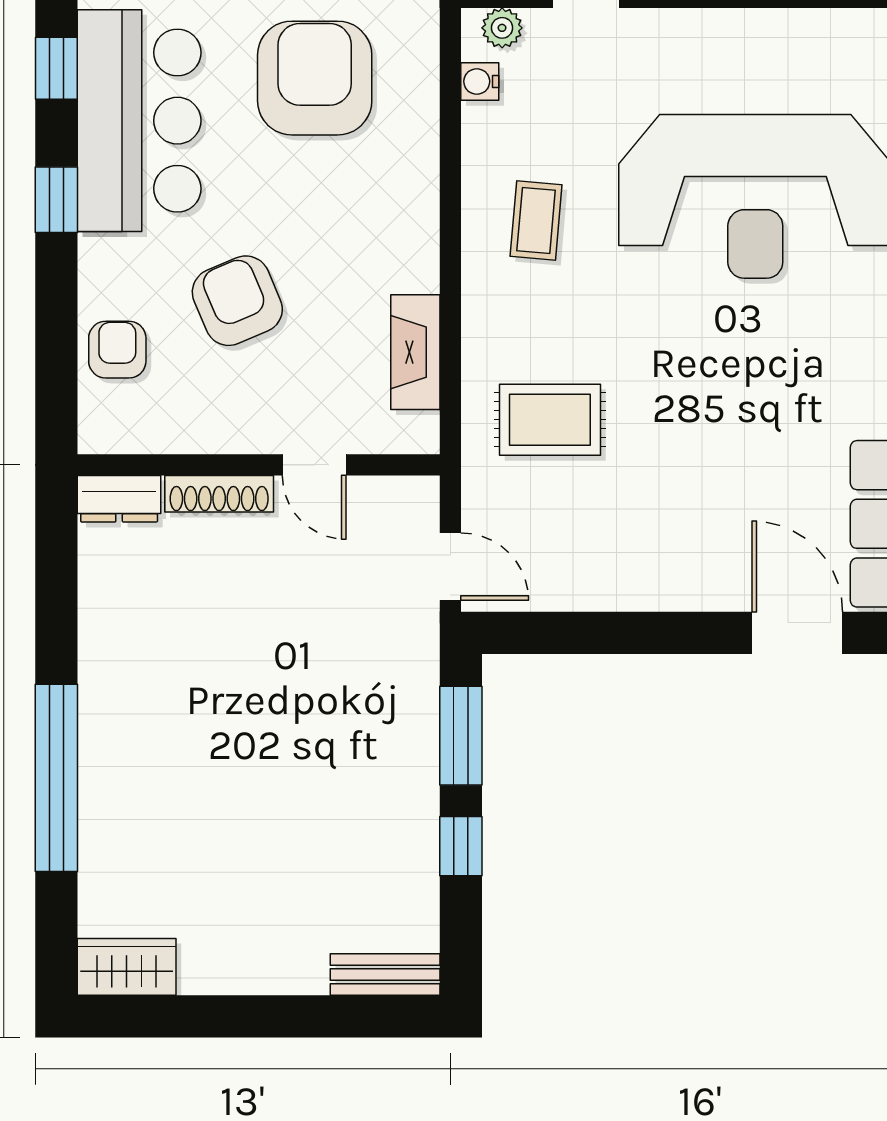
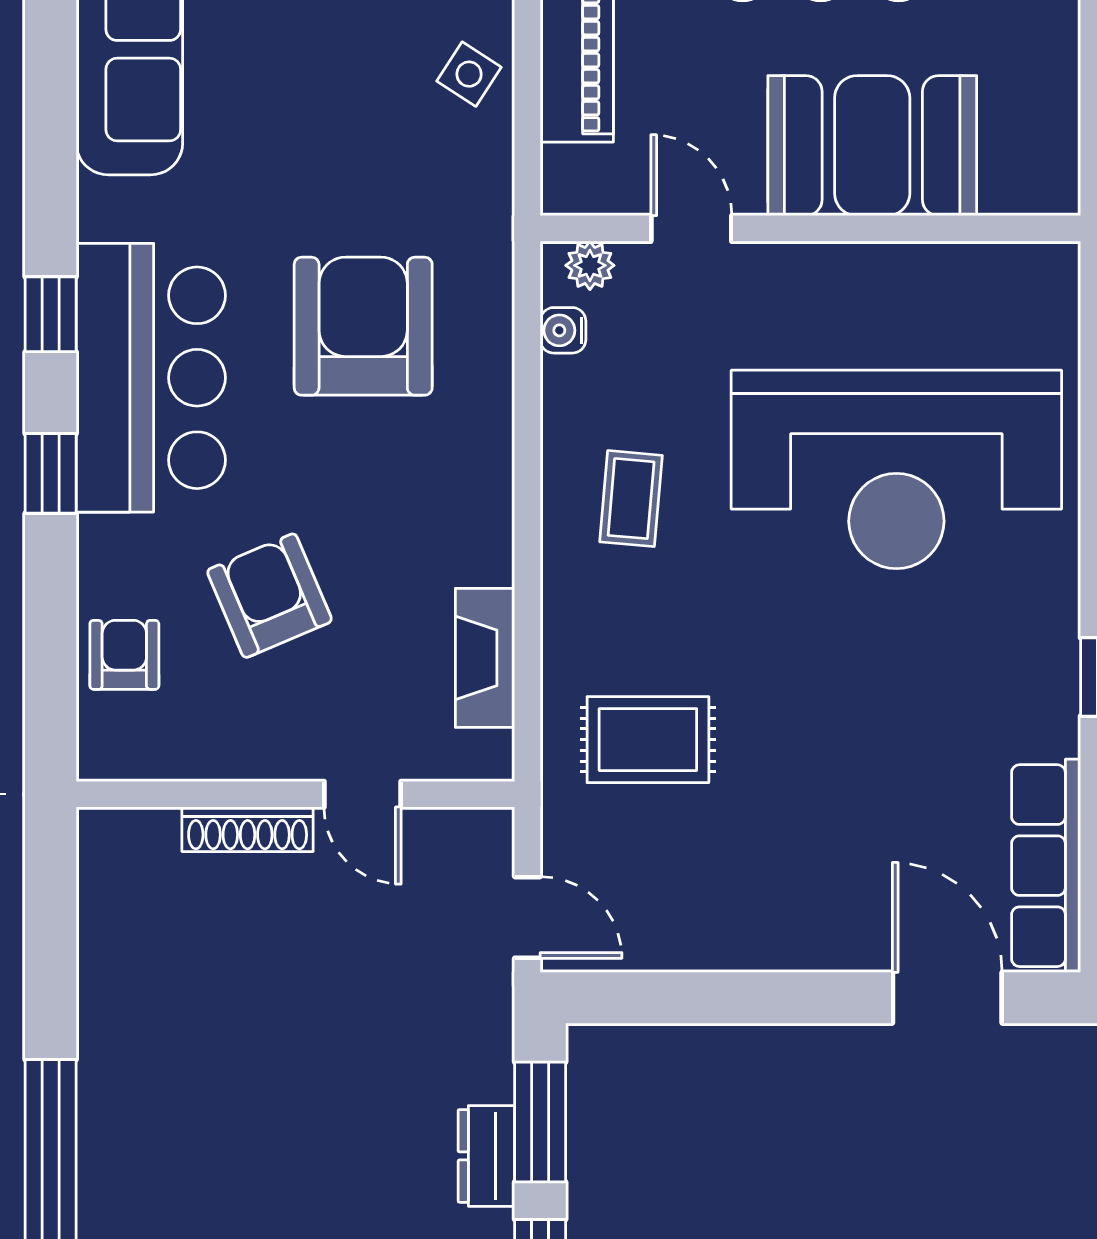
dresser: (119, 499) -> (486, 1156), moved, turned 90

